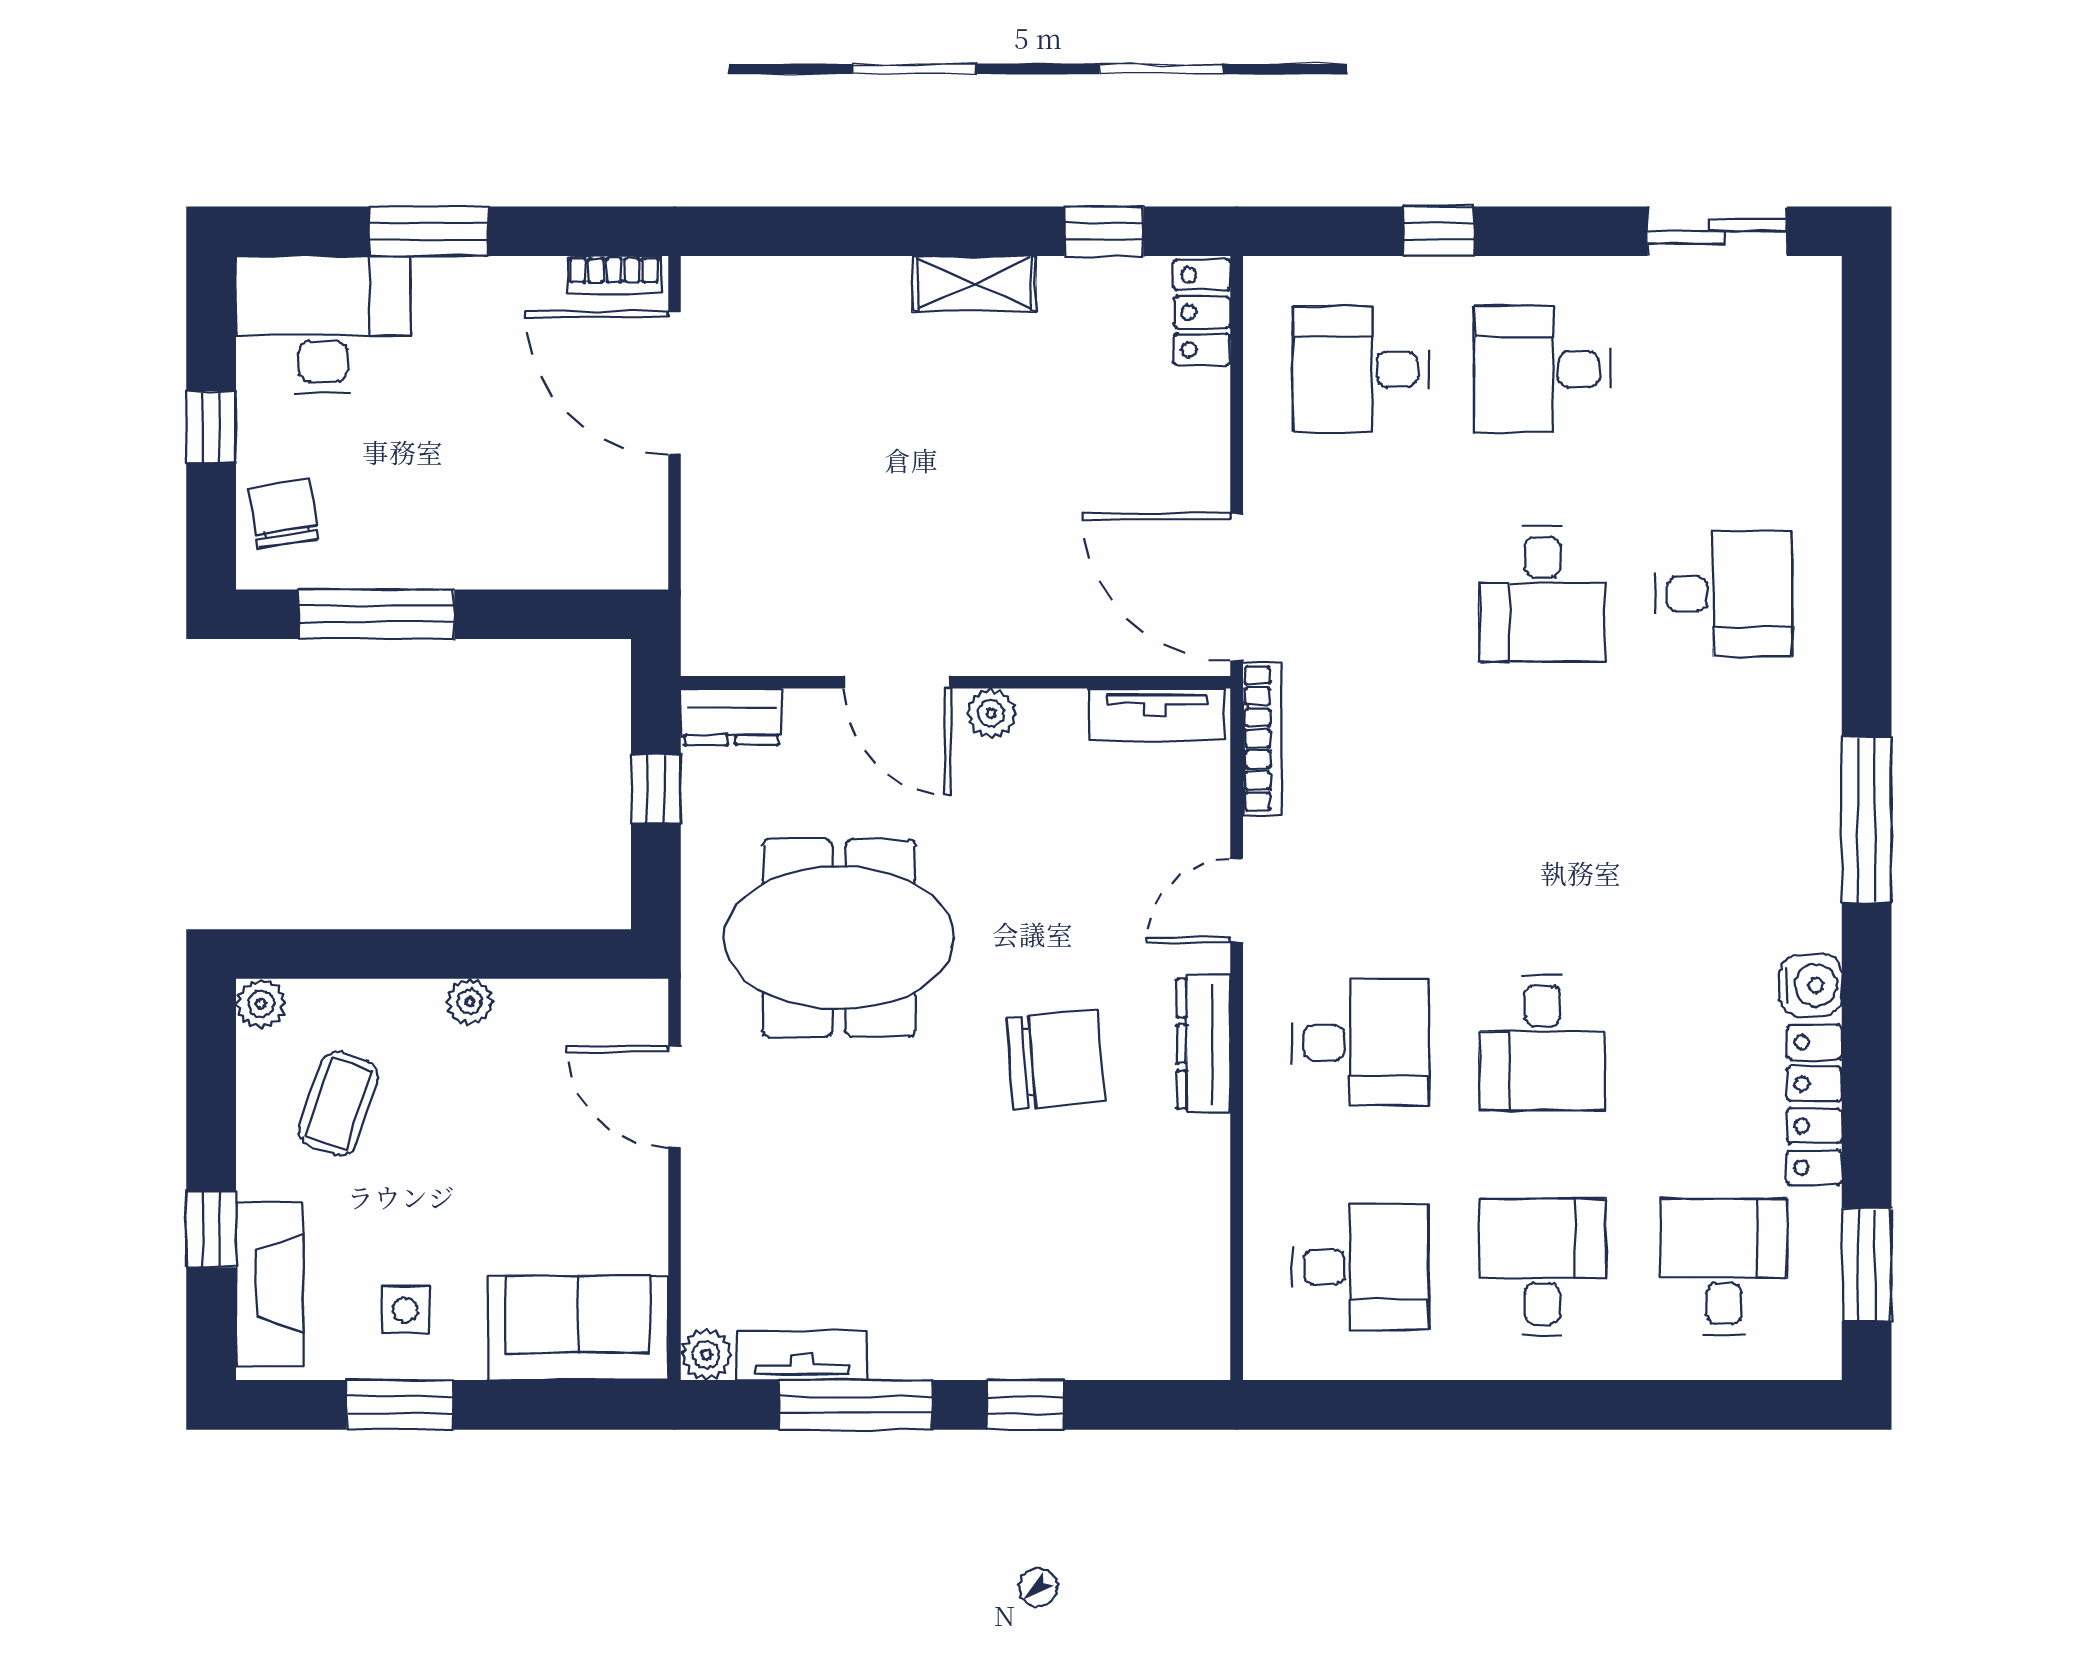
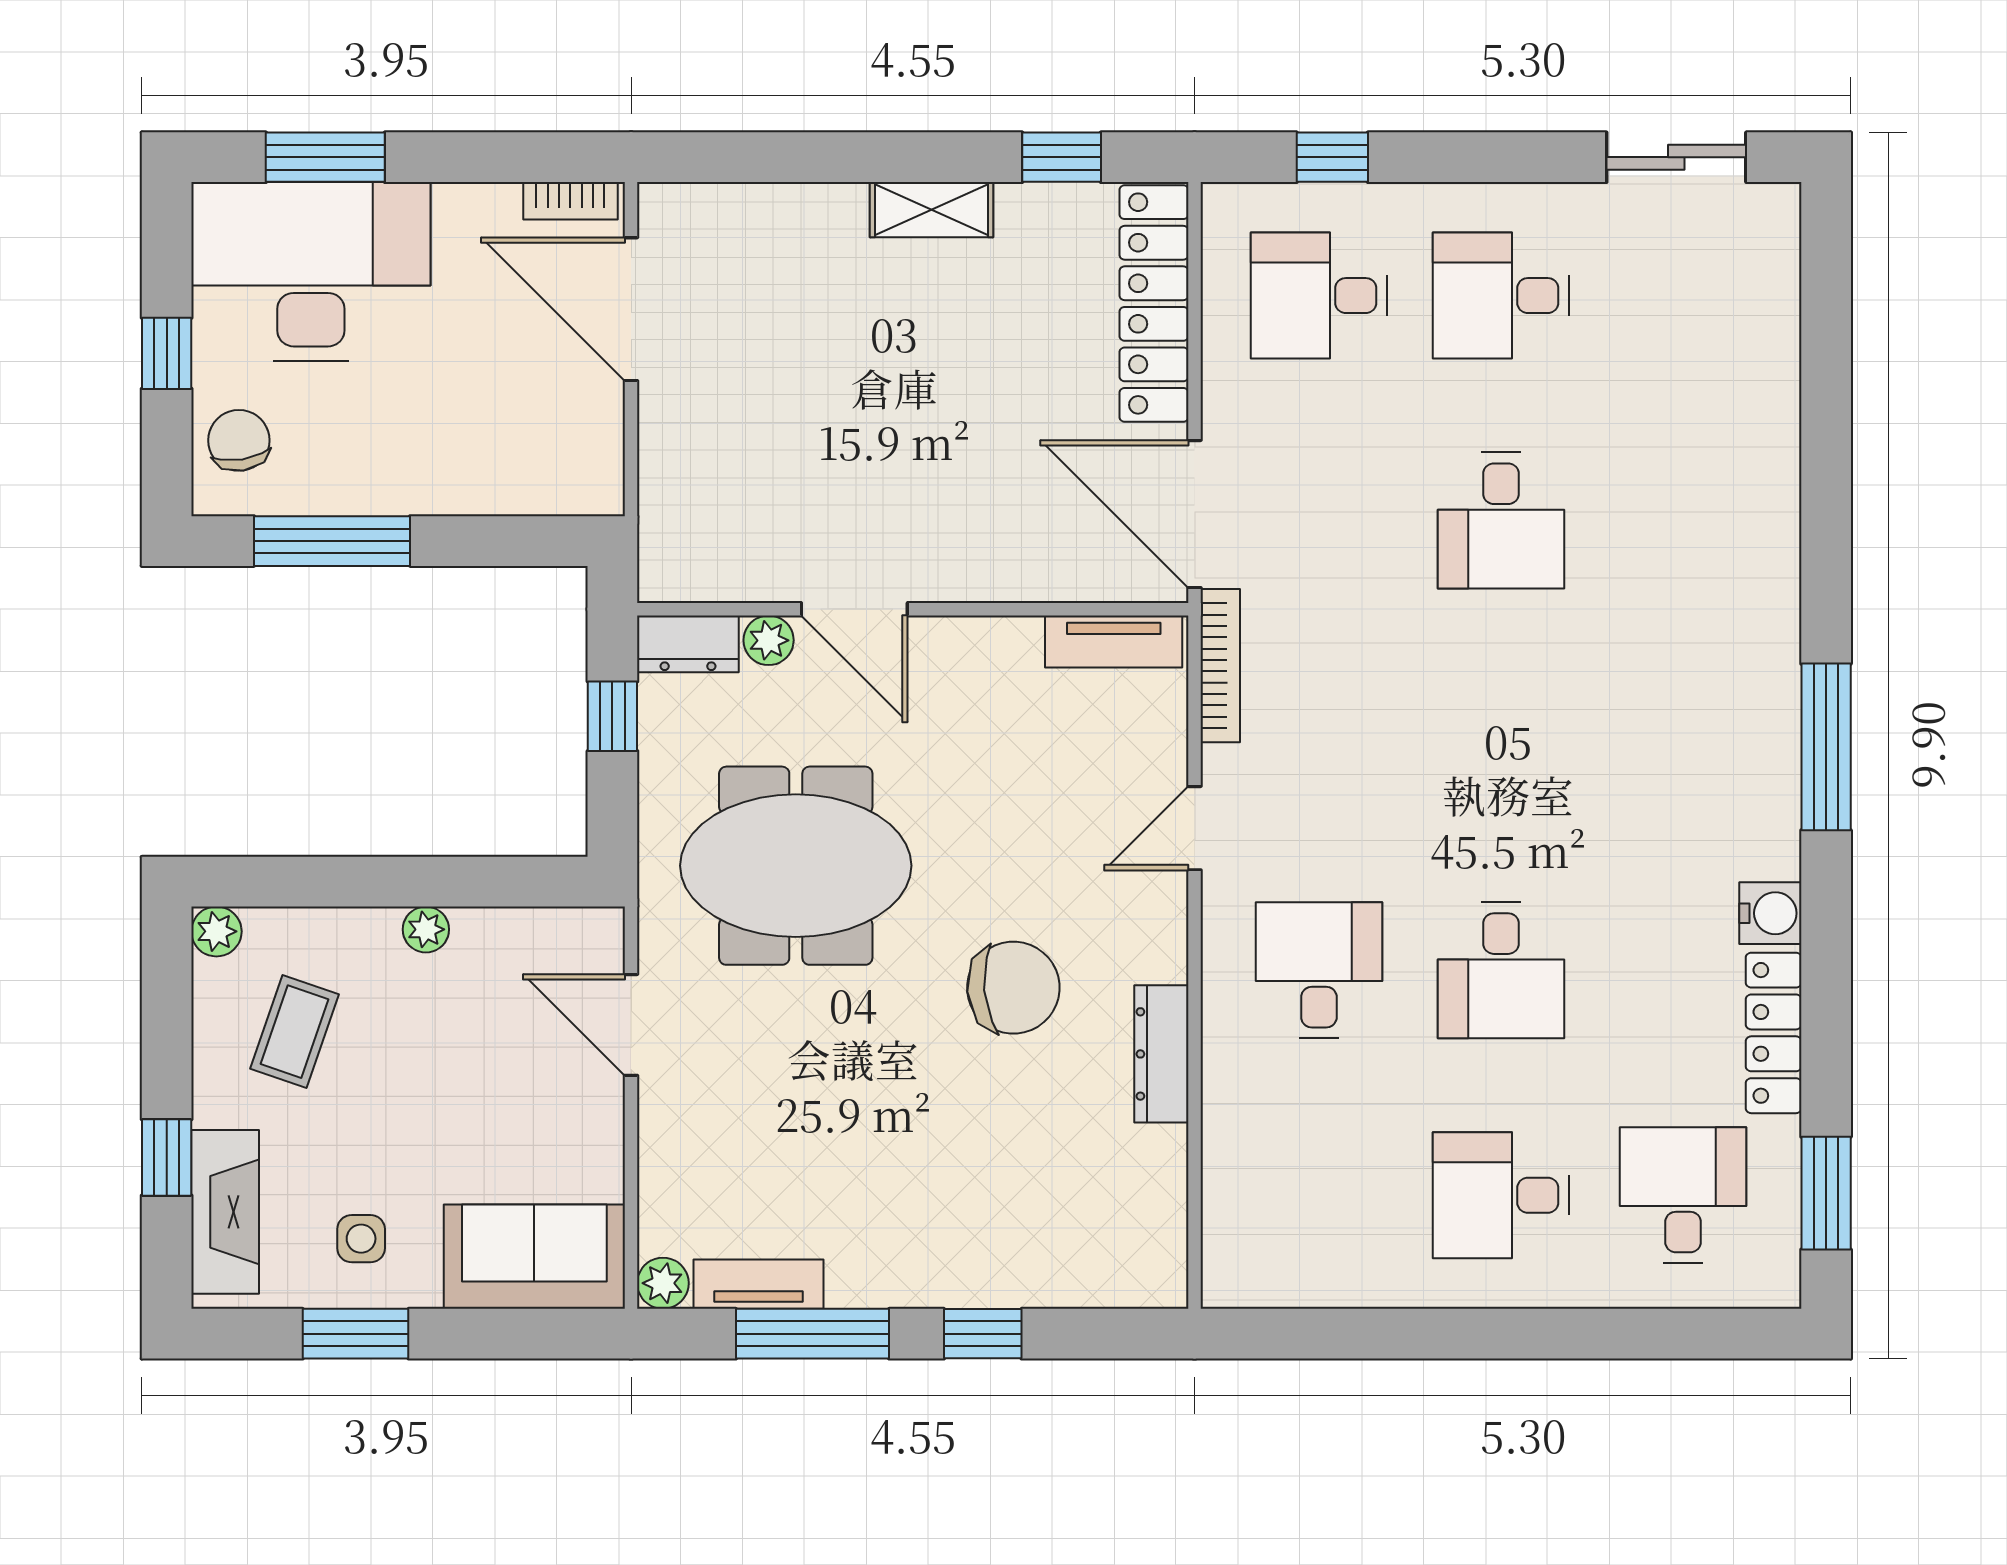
window: (429, 231) -> (325, 157), moved
window: (1439, 231) -> (1332, 157), moved
locker: (1202, 312) -> (1154, 304), width x2.16, depth x1.21
desk: (323, 325) -> (311, 271), width x1.36, depth x1.30
desk: (1724, 594) -> (1683, 520), removed
plant: (991, 713) -> (769, 640), moved
desk: (1361, 1042) -> (1319, 970), turned -90
dresser: (1204, 1044) -> (1161, 1054), moved
desk: (1361, 1267) -> (1319, 1195), removed
desk: (1542, 1267) -> (1501, 1195), turned -90

